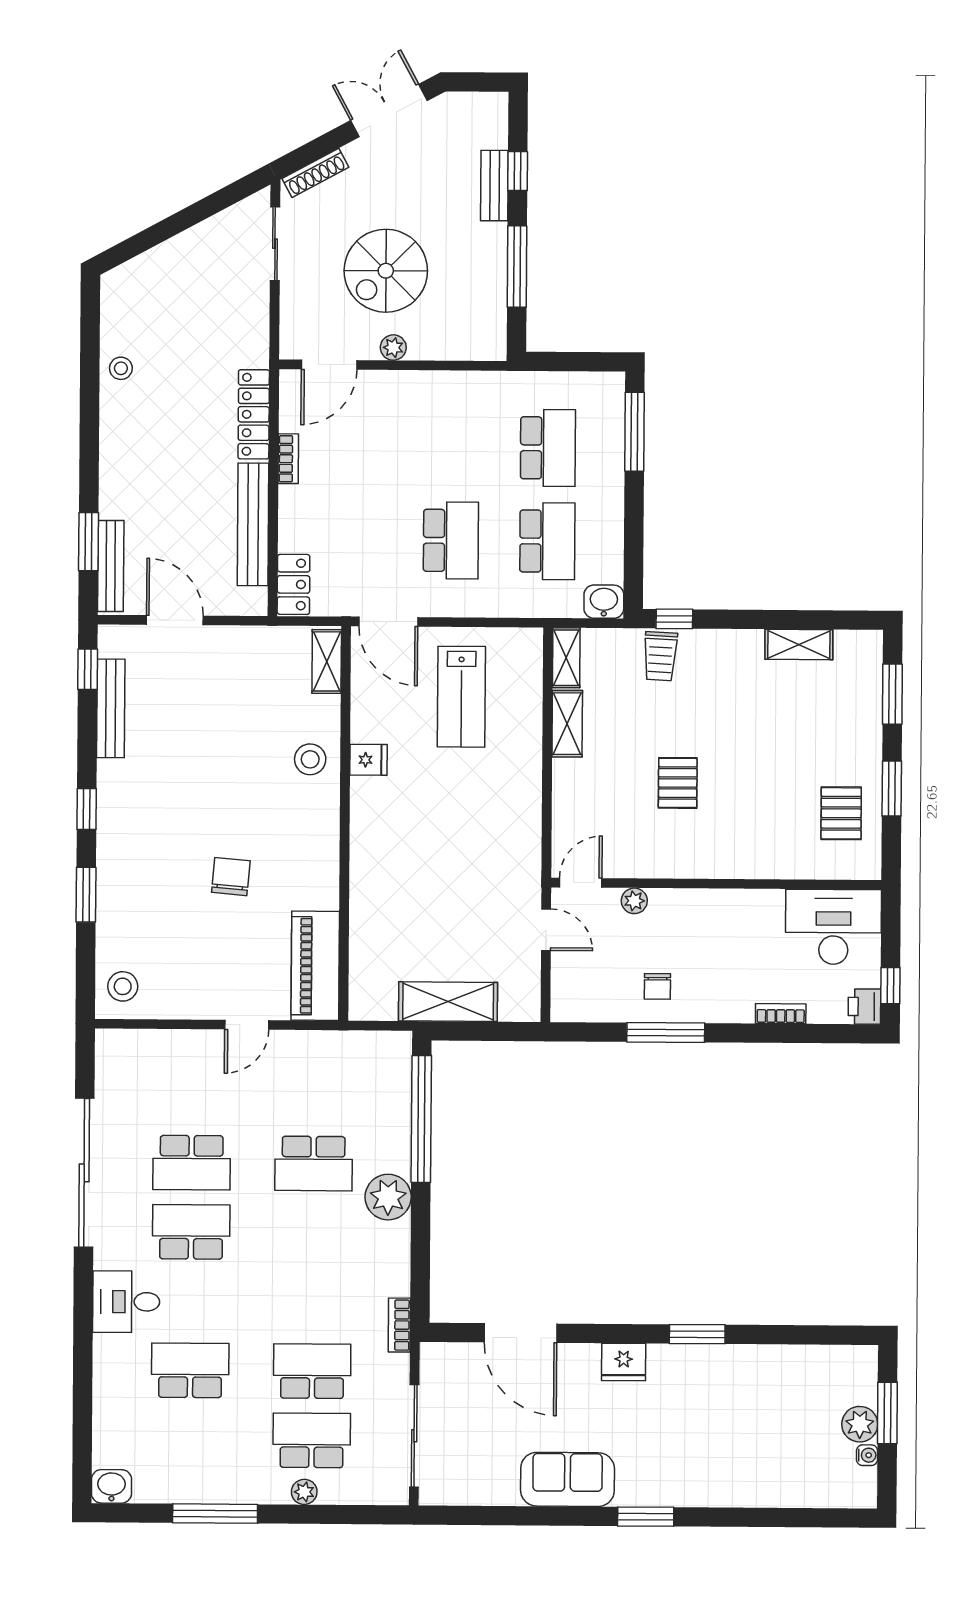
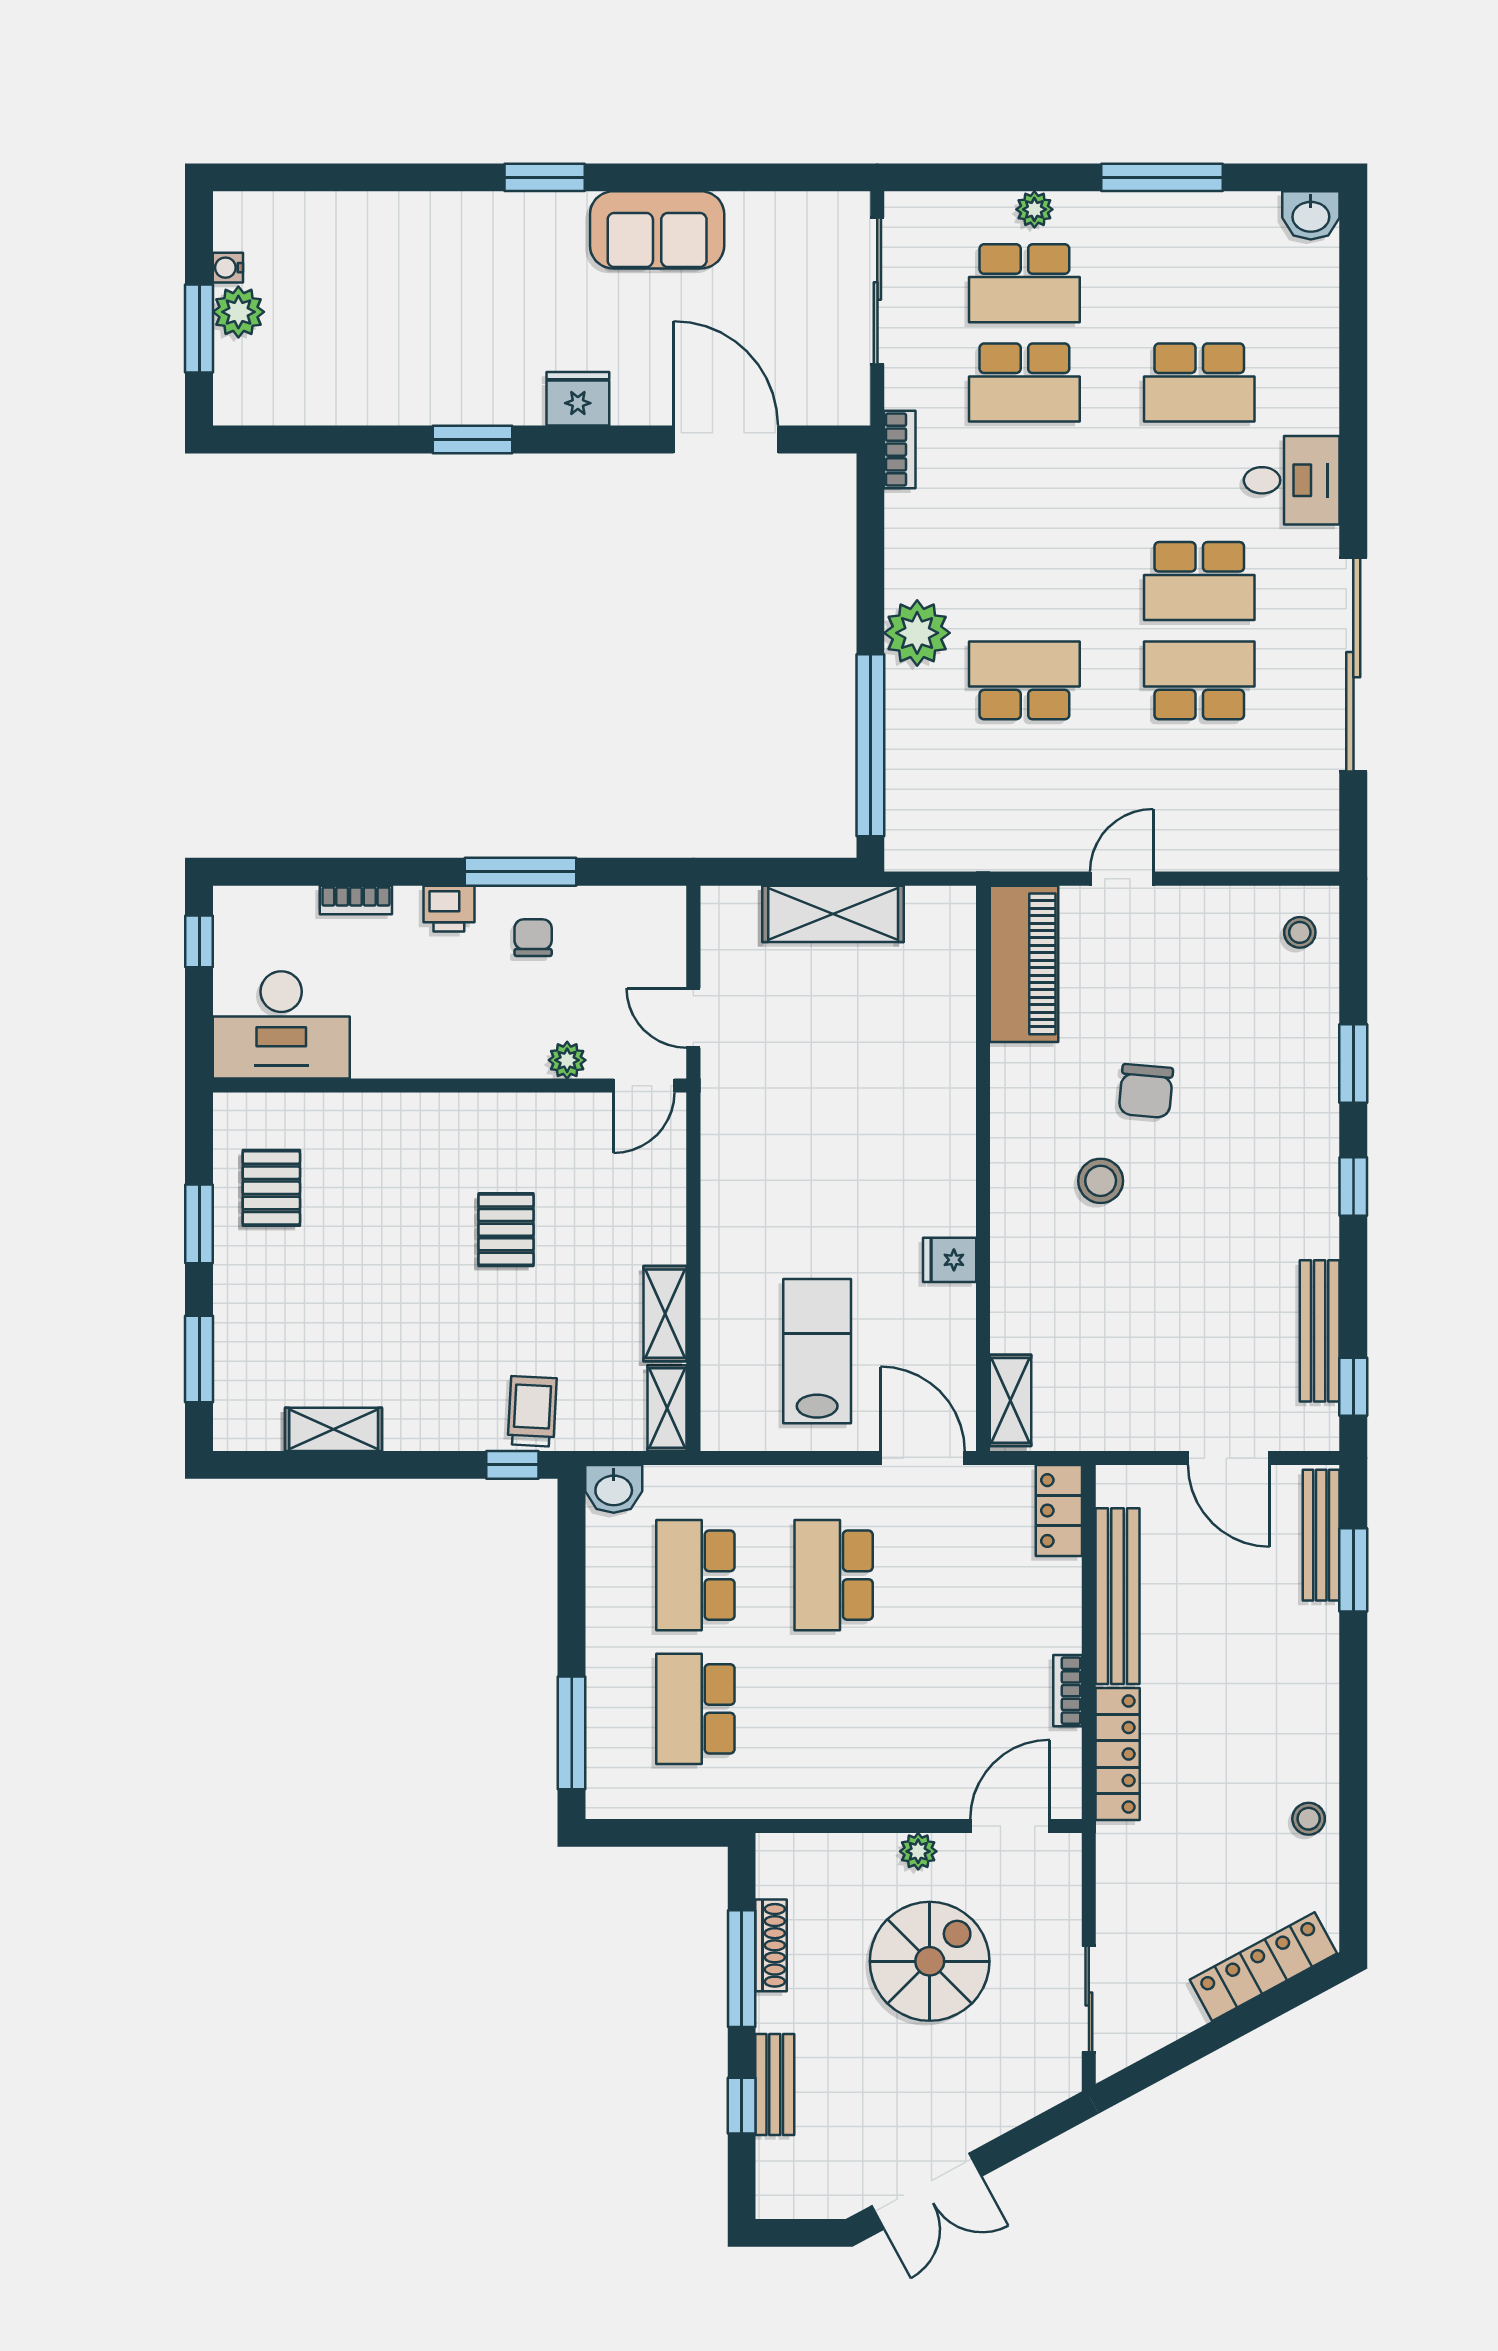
shoe rack: (315, 173) -> (771, 1945), moved, turned 118
locker: (153, 265) -> (1263, 1967), added
stool: (310, 759) -> (1101, 1181), moved
stool: (123, 986) -> (1300, 932), width x0.73, depth x0.73
printer: (864, 1007) -> (449, 909), moved, turned 90

